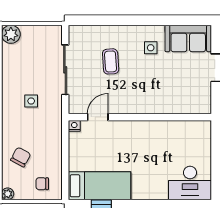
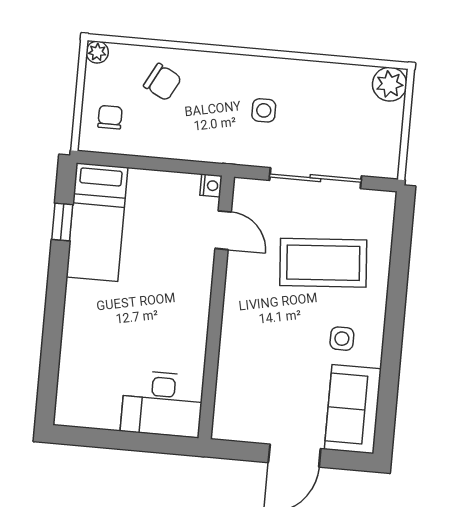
coffee table: (111, 61) -> (323, 263), width x1.86, depth x1.72
desk: (190, 183) -> (162, 404), moved, turned -90

